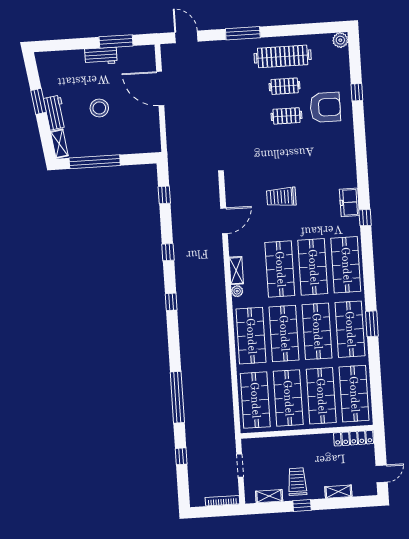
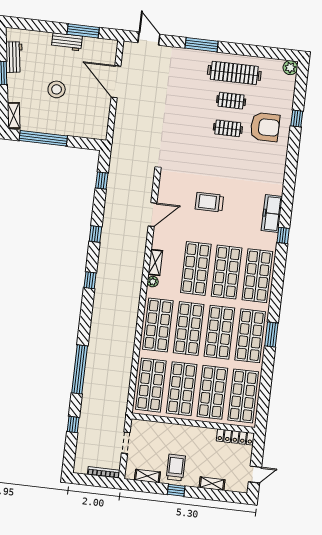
workbench: (55, 113) -> (14, 57), moved
freezer: (349, 202) -> (272, 214), width x1.40

